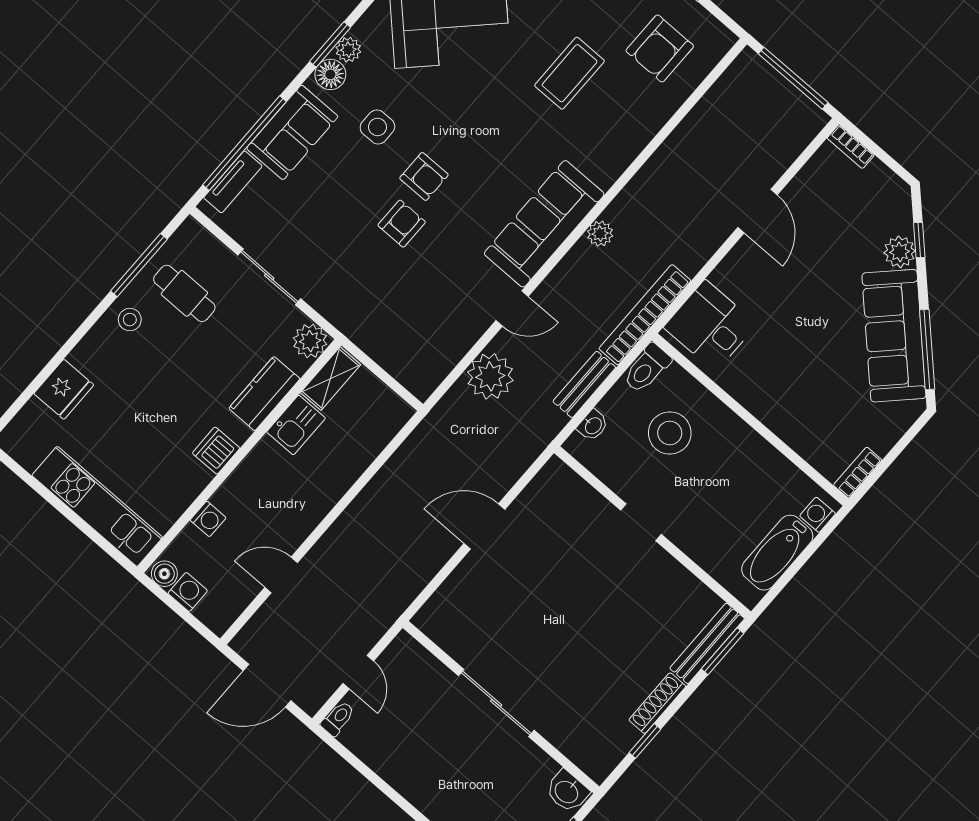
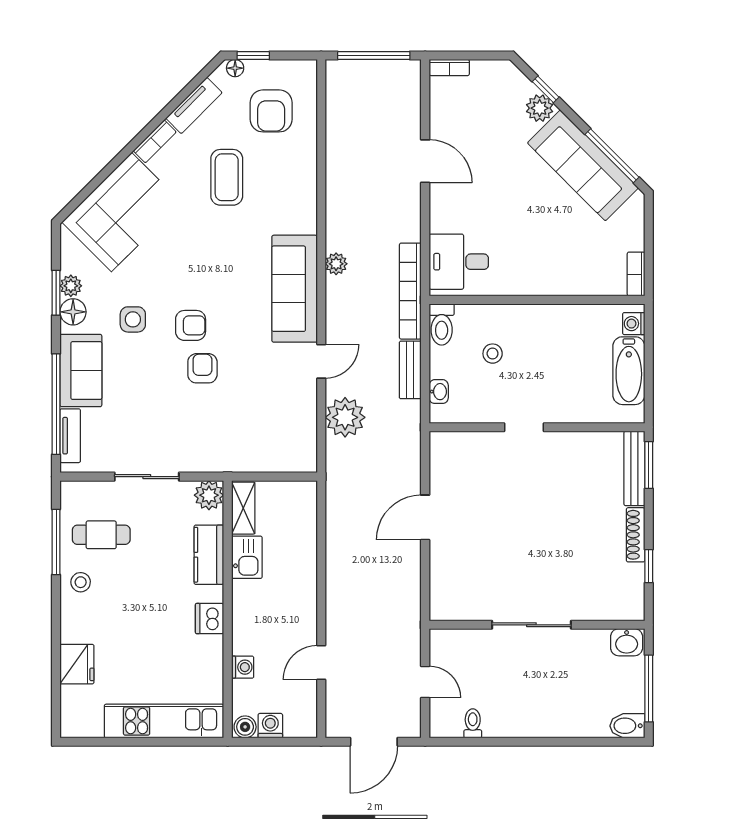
stool: (670, 433) -> (493, 354), width x0.53, depth x0.53
toilet: (338, 718) -> (473, 723), moved

